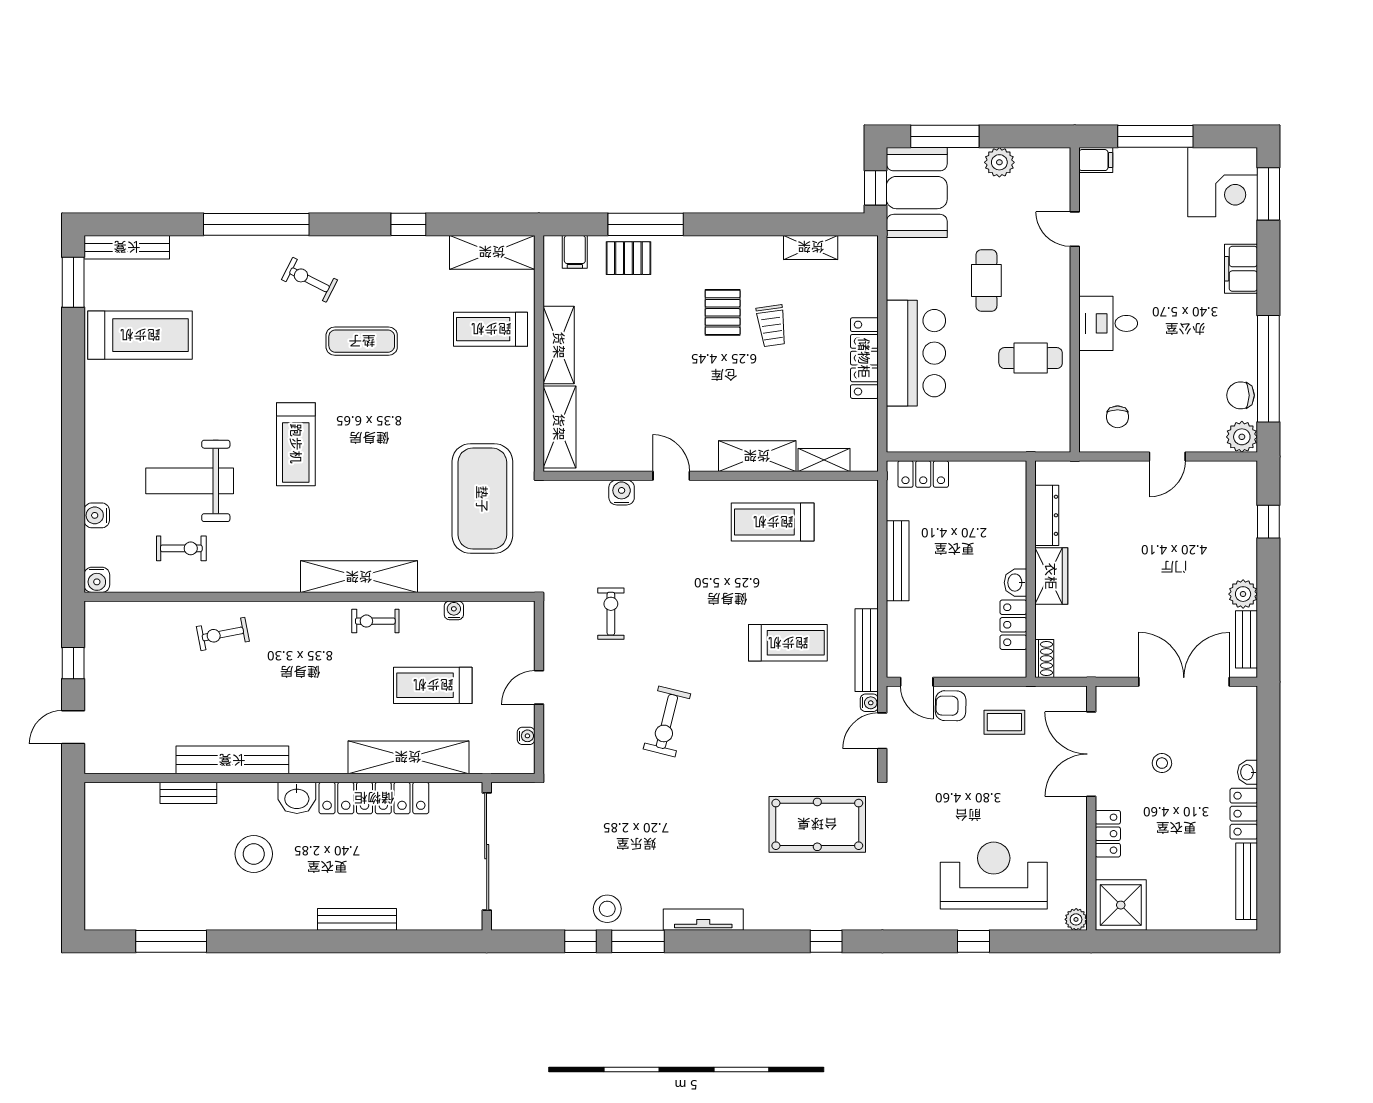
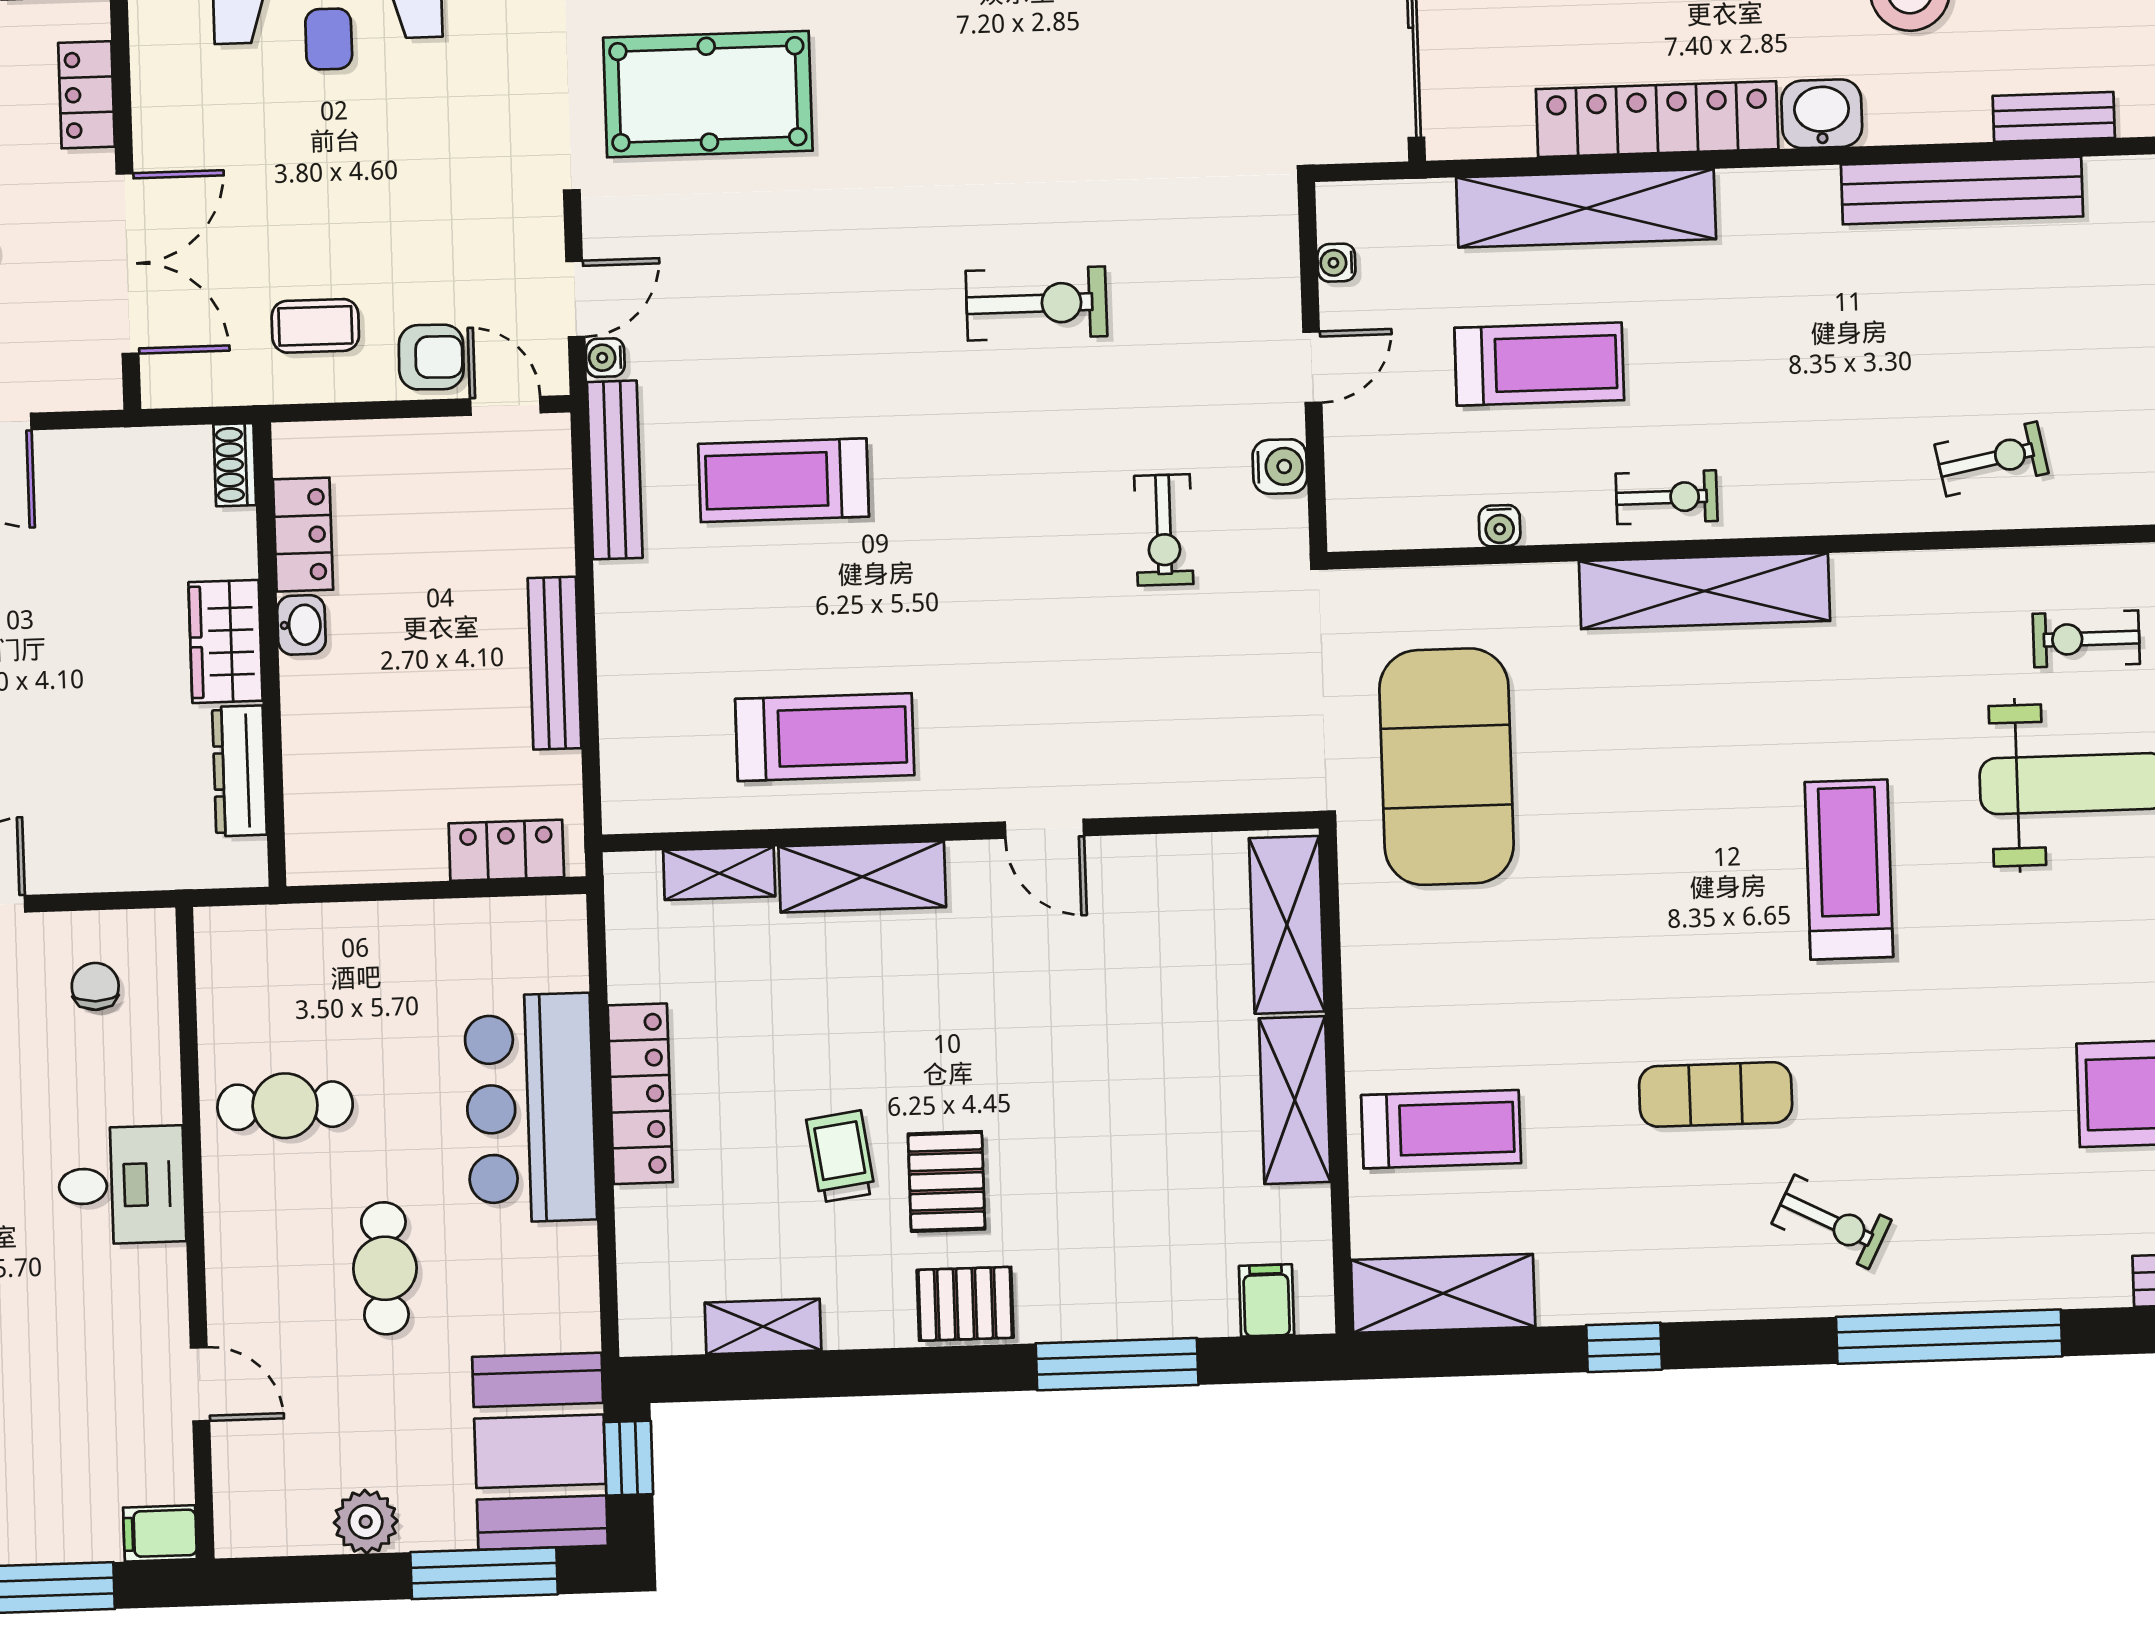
pallet: (628, 258) -> (965, 1304), moved
water cooler: (622, 492) -> (1280, 467), moved, turned -90
exercise bike: (667, 721) -> (1036, 303), turned 76

